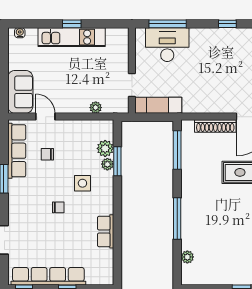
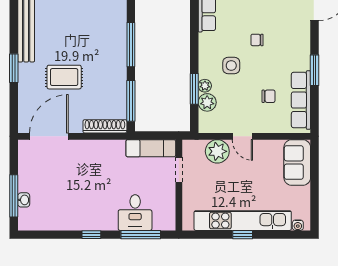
window: (227, 24) -> (91, 235), moved
kitchen unit: (72, 37) -> (243, 221), width x1.36
desk: (167, 45) -> (135, 213), width x0.73
plant: (96, 108) -> (217, 151), width x1.88, depth x1.88
door: (45, 117) -> (242, 136), moved
shoe rack: (215, 126) -> (105, 126), moved
window: (177, 219) -> (131, 45), moved

